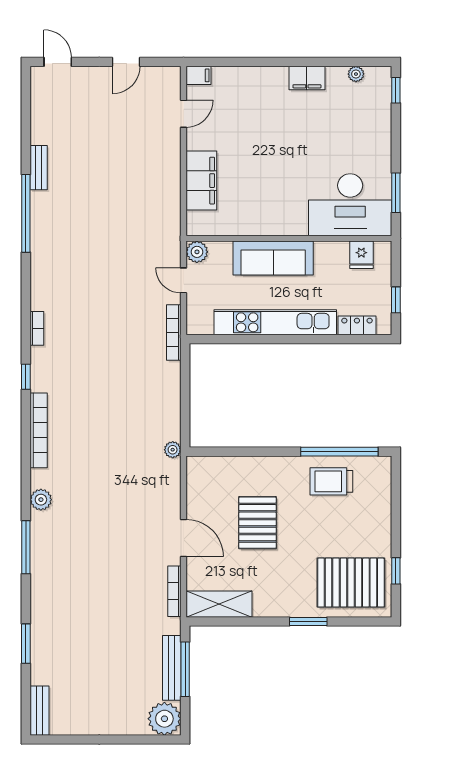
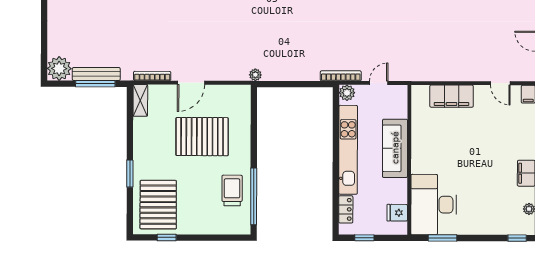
plant: (197, 252) -> (347, 93), moved
pallet: (257, 523) -> (202, 137), width x1.37, depth x1.41
shelving: (219, 604) -> (140, 100), width x0.67, depth x0.75

